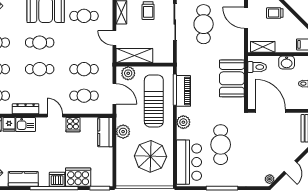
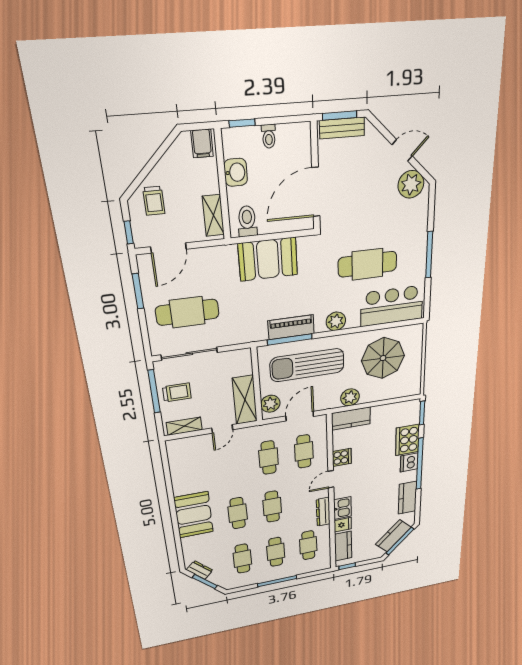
cafe table: (84, 16) -> (196, 470), removed
plant: (270, 179) -> (411, 184), width x1.88, depth x1.88

